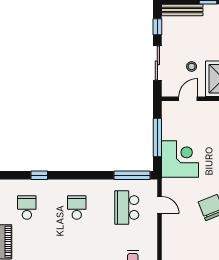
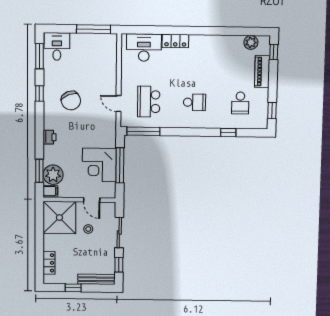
door: (188, 99) -> (92, 200), hinge flipped
corner desk: (180, 159) -> (99, 165), moved
school desk: (77, 208) -> (194, 102), turned -90
school desk: (127, 208) -> (149, 102), turned 180

